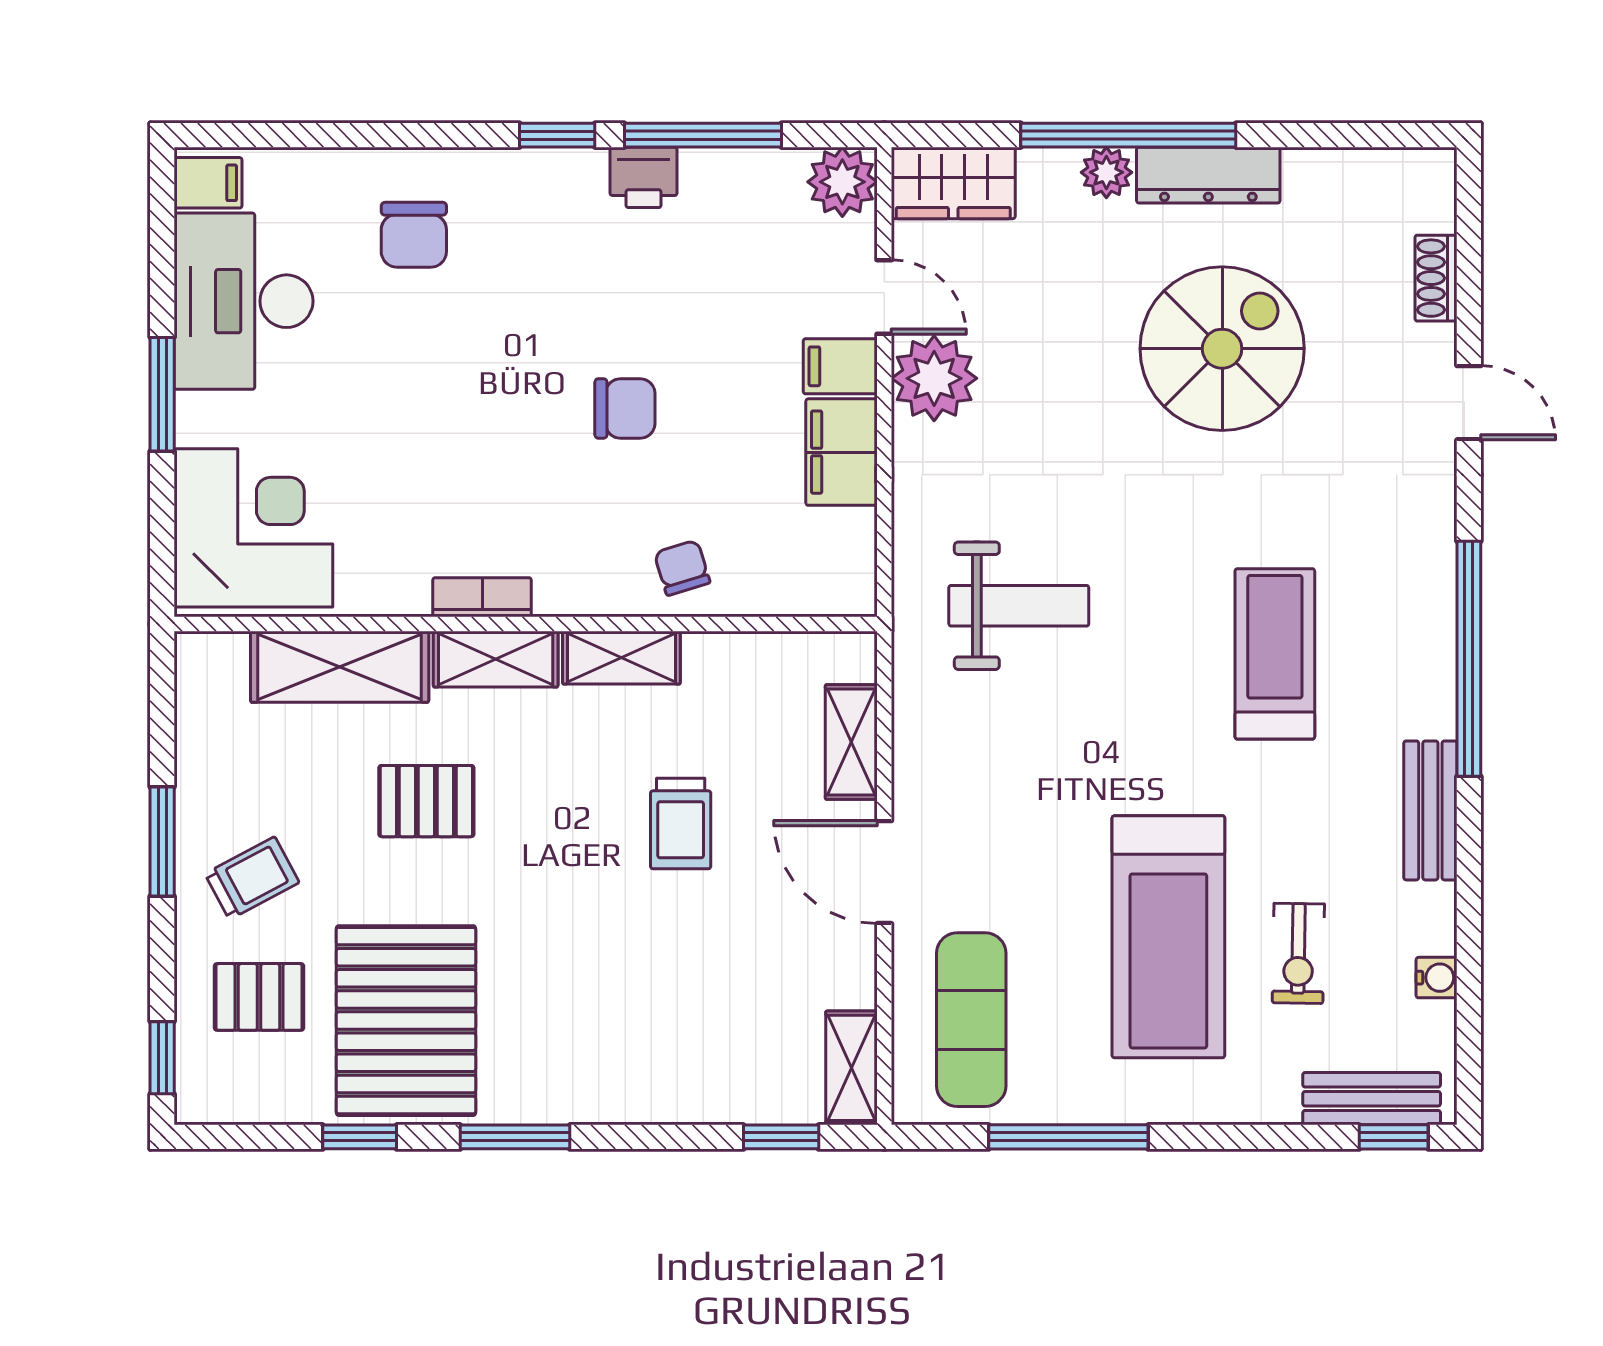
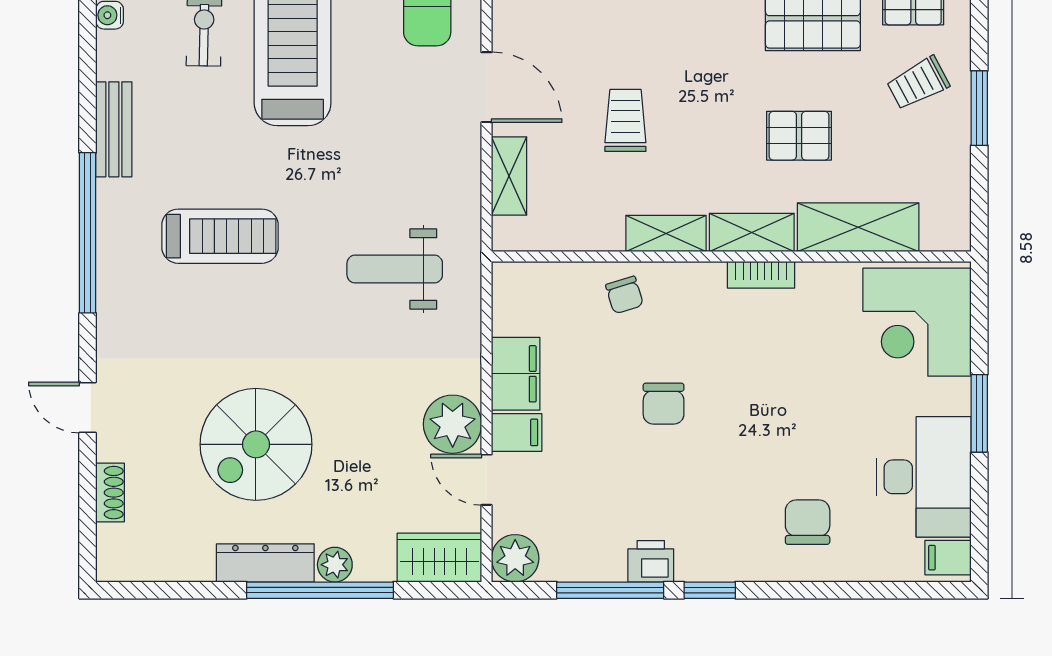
chair: (625, 408) -> (664, 404), turned -90
treadmill: (1275, 654) -> (220, 236), turned -90

